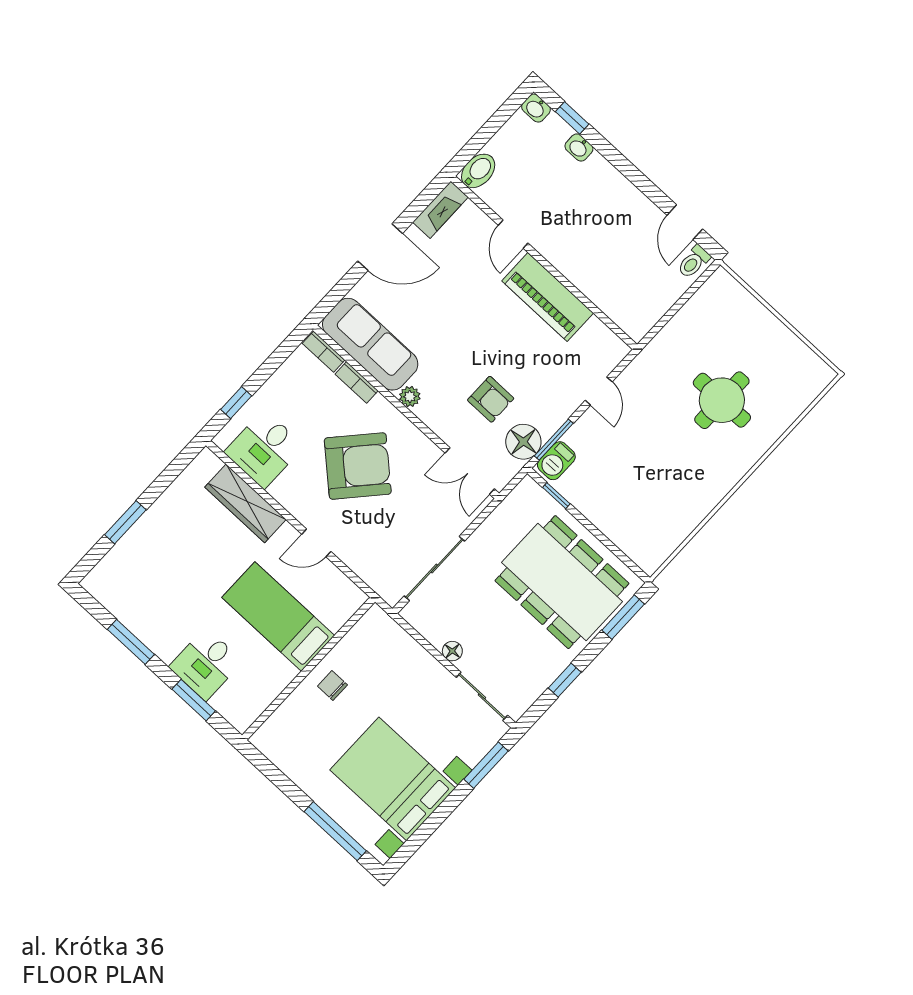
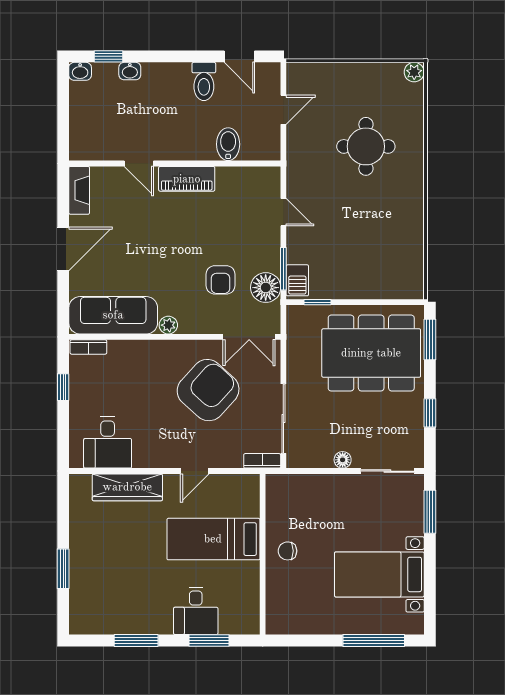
bidet: (478, 171) -> (228, 144), moved
toilet: (694, 262) -> (204, 81), moved, width x1.37, depth x1.39
piano: (548, 297) -> (187, 179), width x0.73, depth x0.75
door: (680, 303) -> (283, 110), added
plant: (823, 375) -> (414, 72), added
bookcase: (357, 382) -> (262, 461), moved, turned 180
armchair: (491, 399) -> (221, 280), turned 90
window: (236, 403) -> (63, 387), moved
armchair: (358, 466) -> (208, 390), moved
bed with nightstands: (393, 779) -> (379, 574), width x0.73

